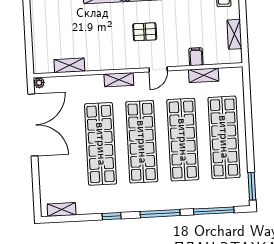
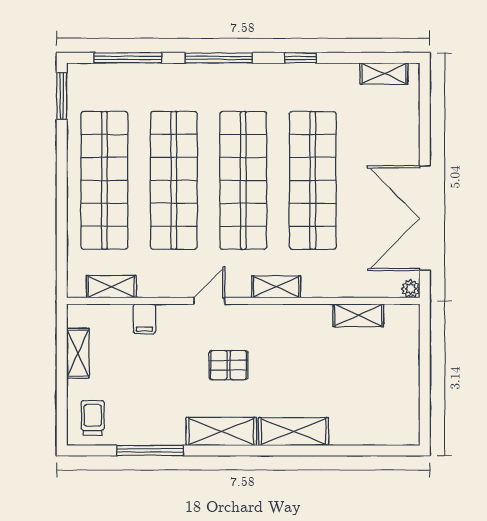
shelving: (204, 75) -> (111, 287), moved

